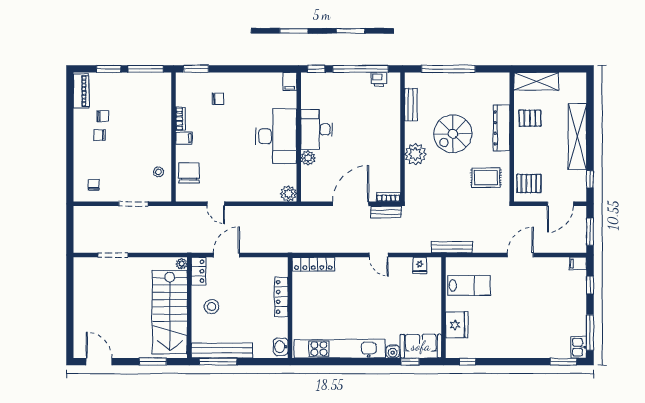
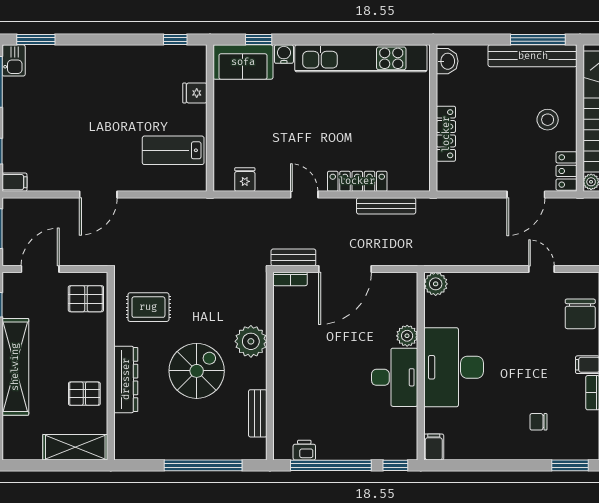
bench: (452, 247) -> (386, 206), moved
locker: (313, 264) -> (357, 181), moved
fridge: (457, 325) -> (195, 93), width x0.53, depth x0.75

